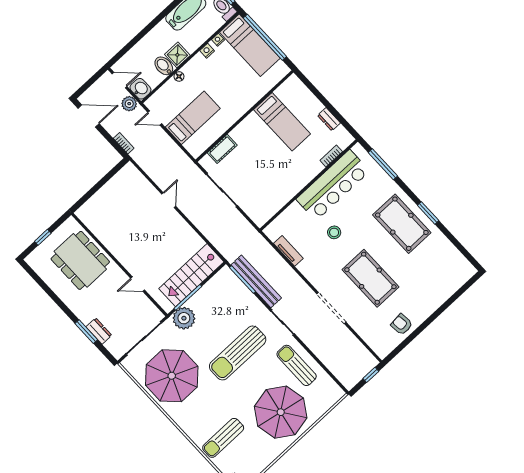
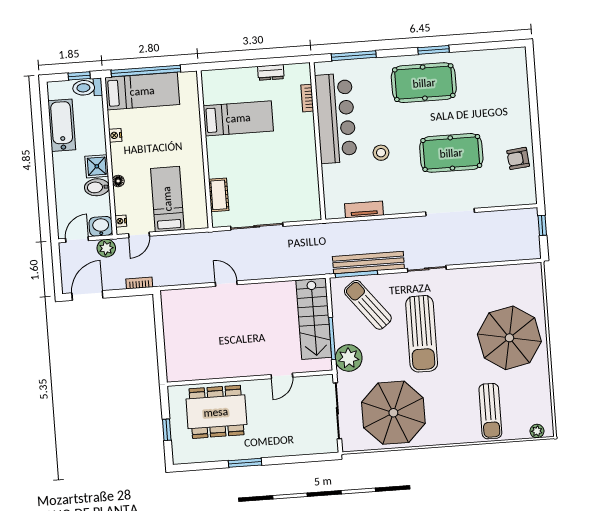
nightstand: (218, 40) -> (121, 221), moved
dresser: (99, 331) -> (297, 447), removed
window: (86, 332) -> (245, 463), moved
sun lounger: (297, 365) -> (368, 305), moved, turned 52

